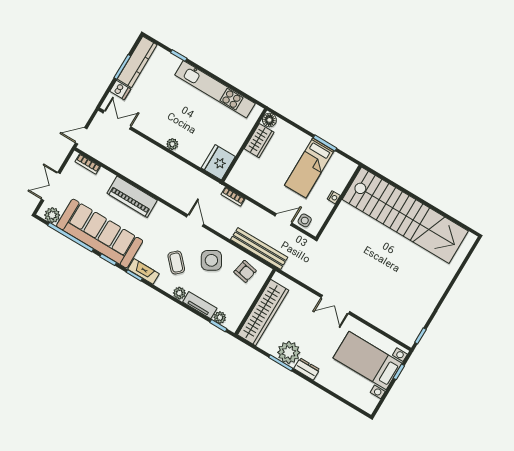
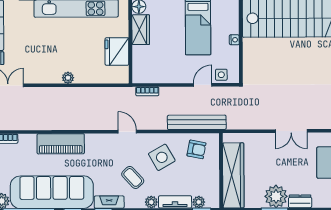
fridge: (218, 162) -> (117, 52), moved

